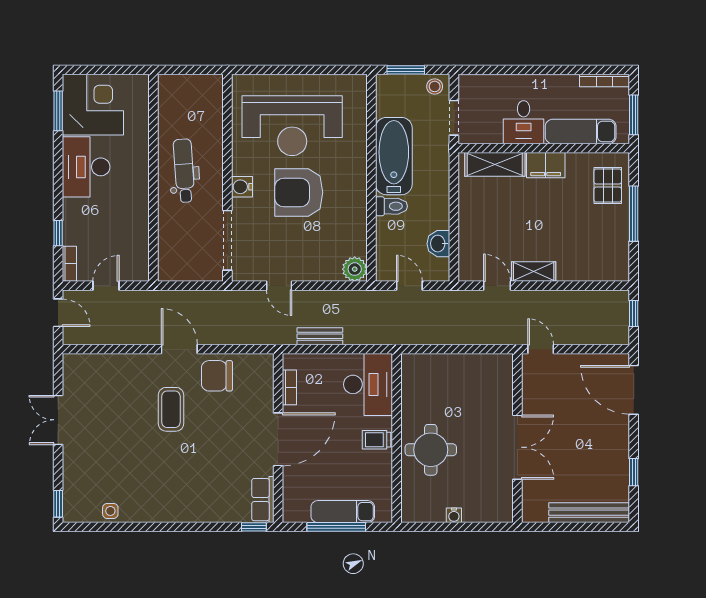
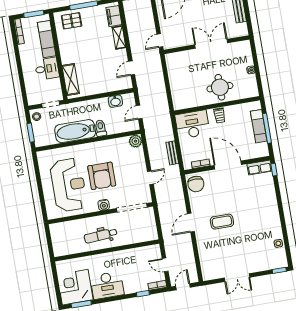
filing cabinet: (546, 165) -> (114, 16), moved, turned 180
shelving: (534, 272) -> (119, 37), moved
chair: (217, 376) -> (196, 184), moved

